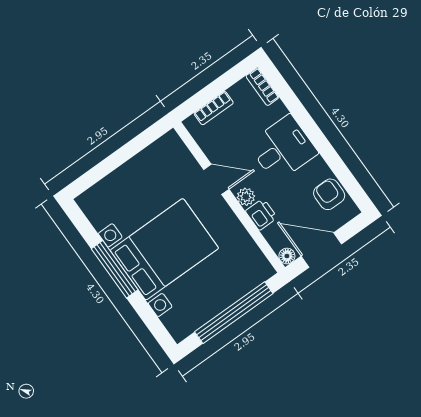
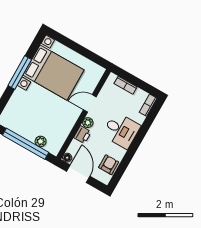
door: (216, 179) -> (90, 103), swing flipped
bed with nightstands: (164, 249) -> (54, 73), moved
plant: (241, 287) -> (41, 141), added

